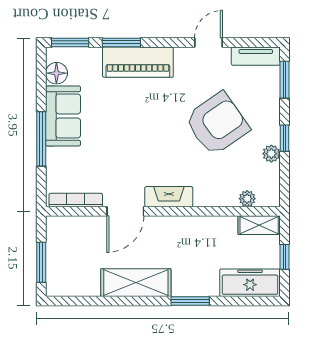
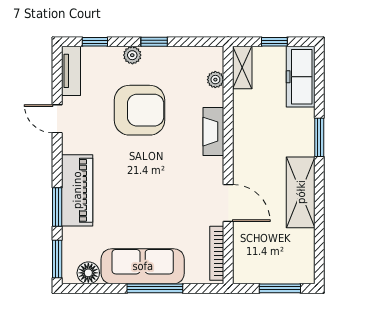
window: (284, 80) -> (95, 42), width x0.67
sofa: (63, 116) -> (143, 266), width x1.36
armchair: (217, 124) -> (140, 110), turned 125
plant: (271, 154) -> (132, 55), moved
fireplace: (169, 197) -> (213, 132), moved

